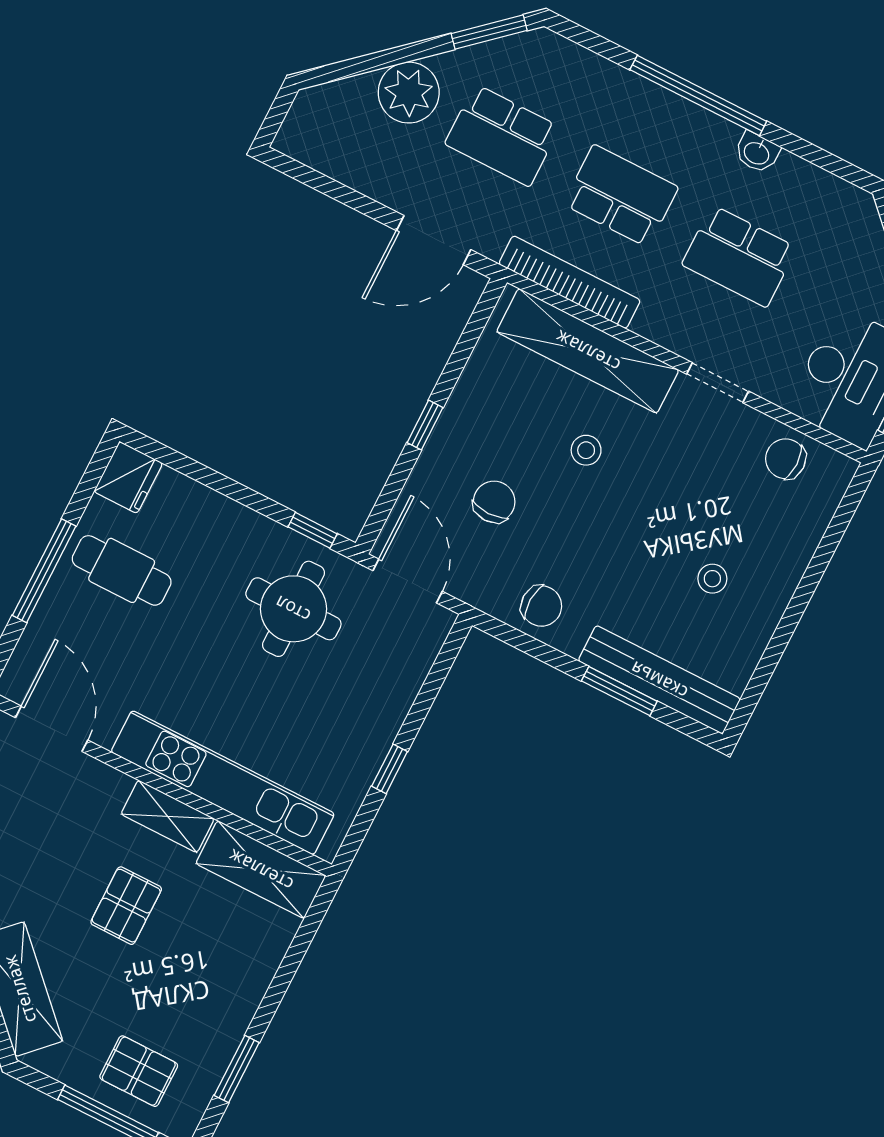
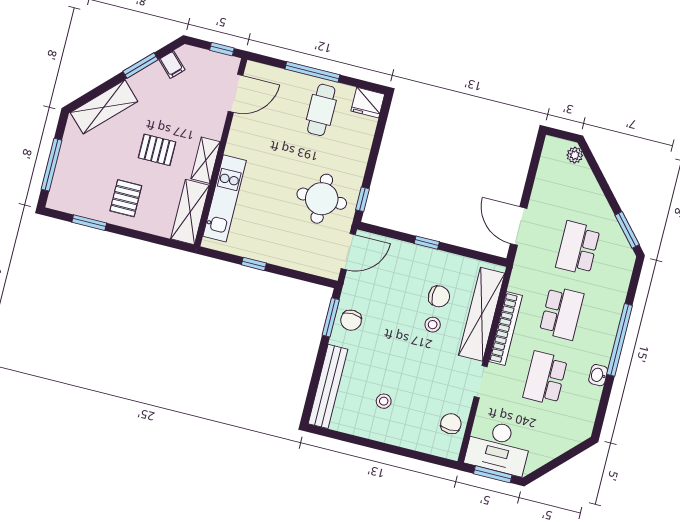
plant: (409, 93) -> (575, 155), moved, width x0.53, depth x0.53
bookcase: (570, 282) -> (506, 328), moved
chair: (494, 502) -> (439, 296), moved
window: (619, 691) -> (331, 317), moved
kitchen unit: (223, 783) -> (225, 198), width x0.73
pallet: (139, 1071) -> (126, 198), moved

